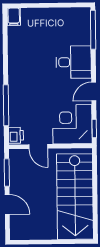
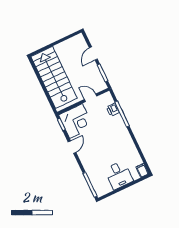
desk: (74, 62) -> (119, 175), moved, turned -90
printer: (16, 135) -> (113, 110), moved
door: (7, 204) -> (93, 53), hinge flipped

